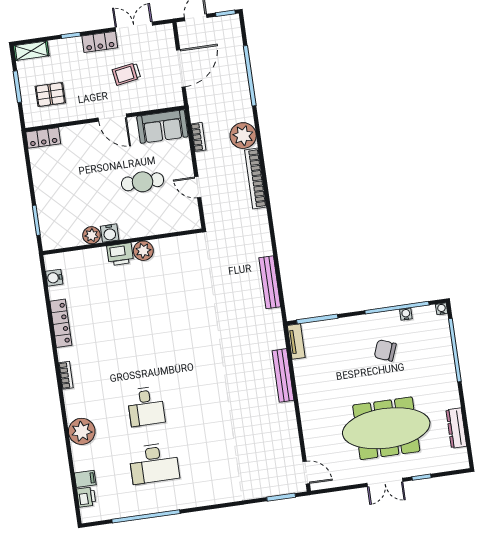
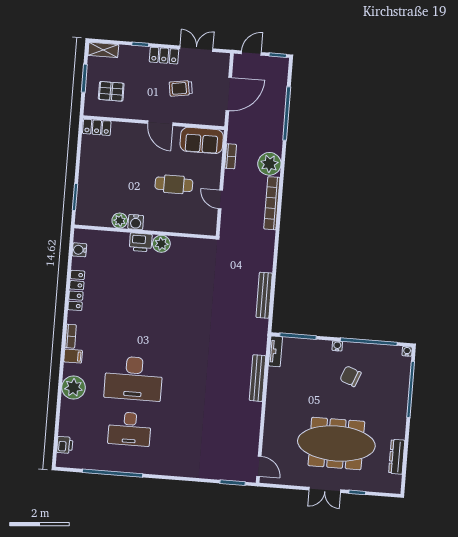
water cooler: (406, 314) -> (337, 346), moved
desk: (146, 406) -> (134, 378), width x1.87, depth x1.30
filing cabinet: (85, 479) -> (73, 356), moved

